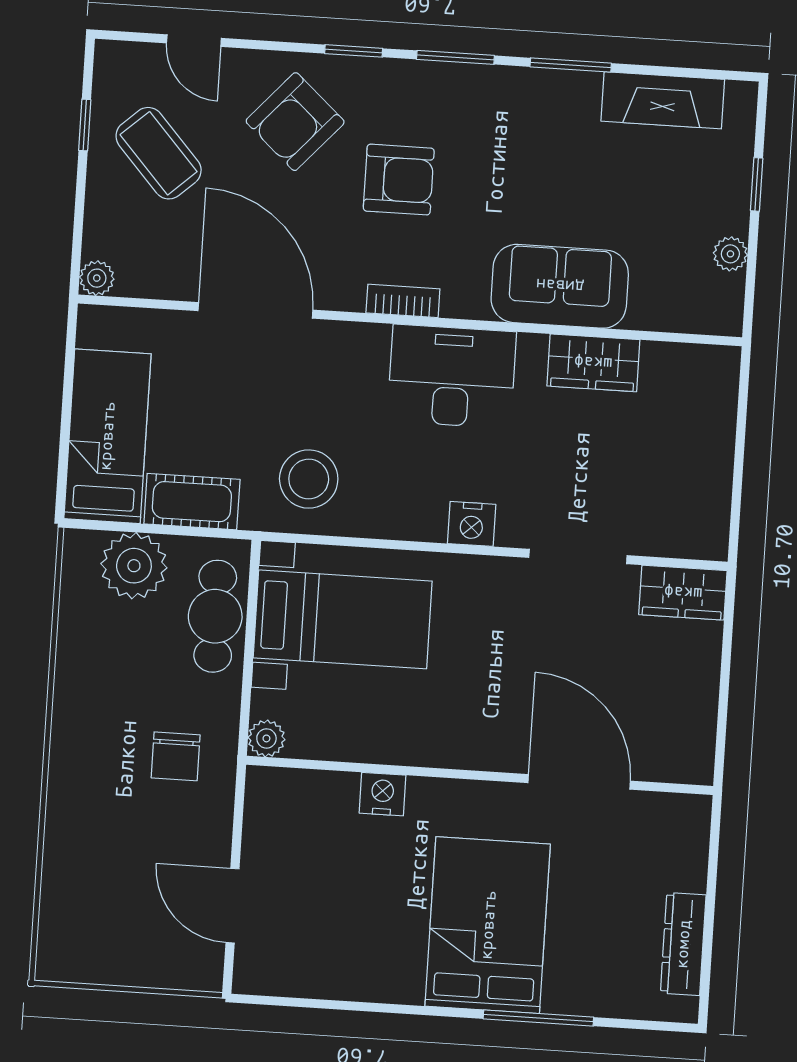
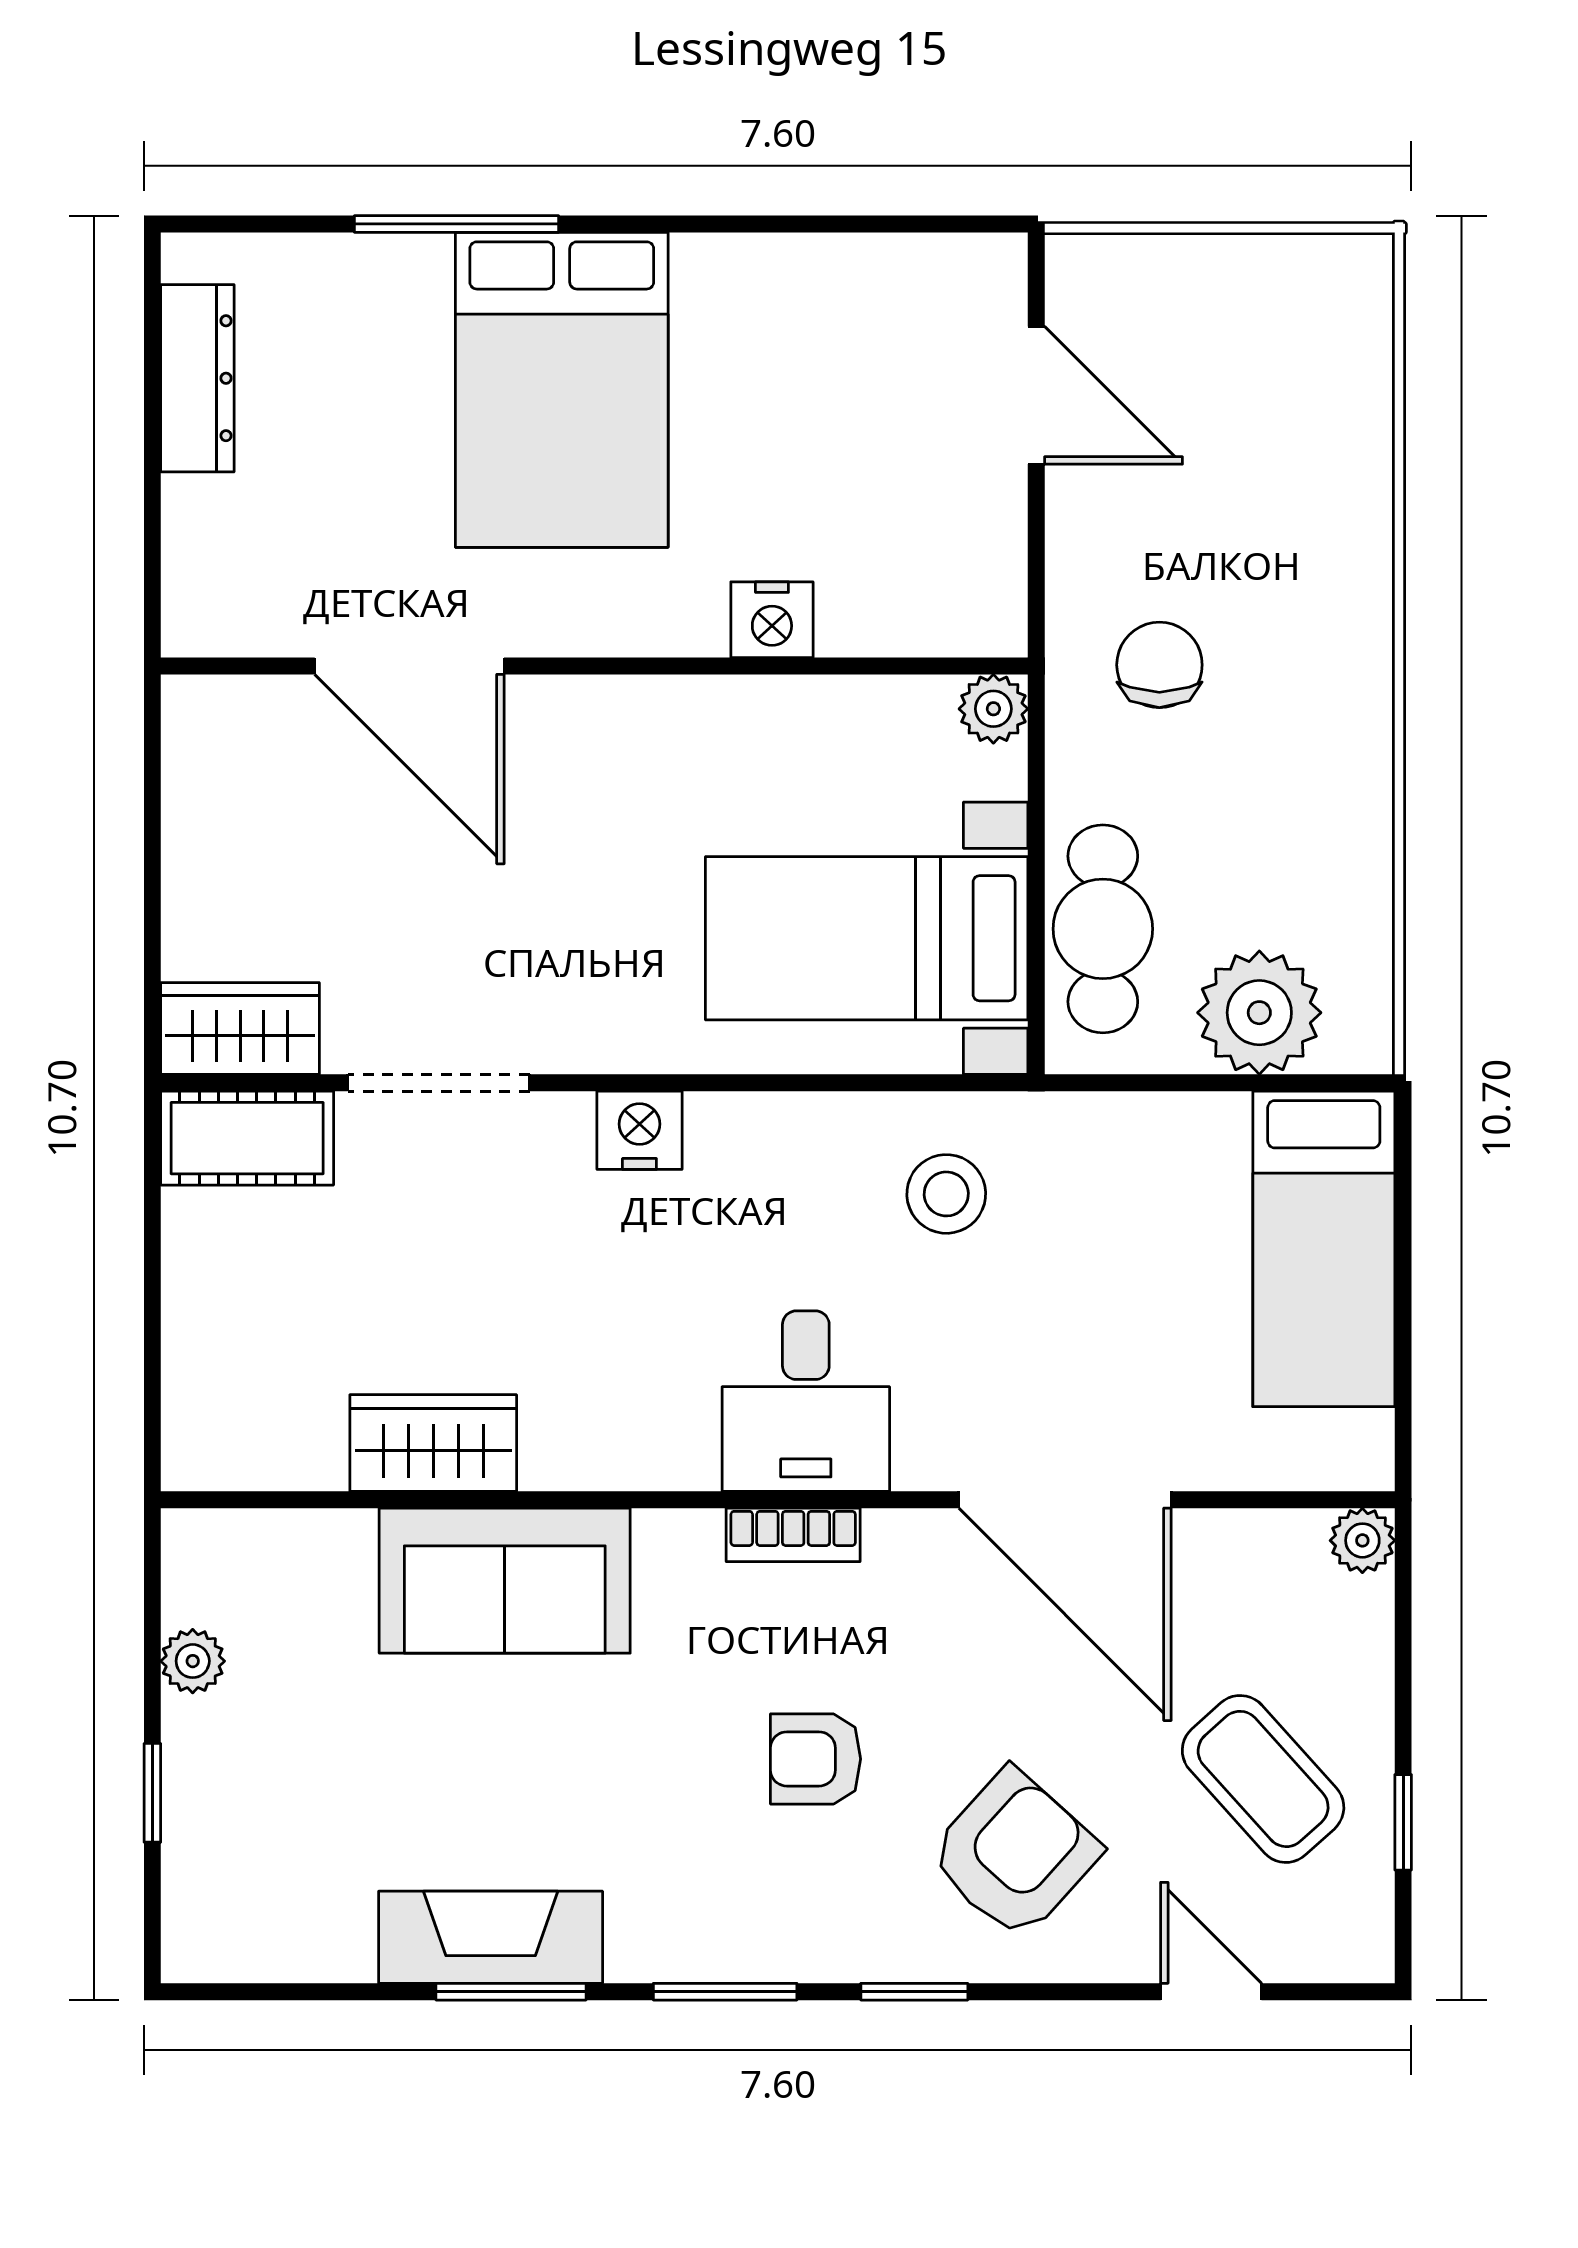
fireplace: (663, 100) -> (491, 1937), moved
armchair: (399, 180) -> (816, 1759), width x0.72, depth x0.72
desk: (452, 376) -> (806, 1401), moved, width x0.73
stool: (309, 479) -> (946, 1194), width x0.73, depth x0.73
cot: (192, 502) -> (247, 1138), moved

